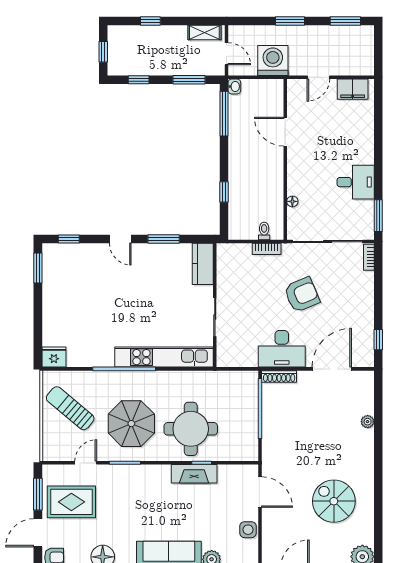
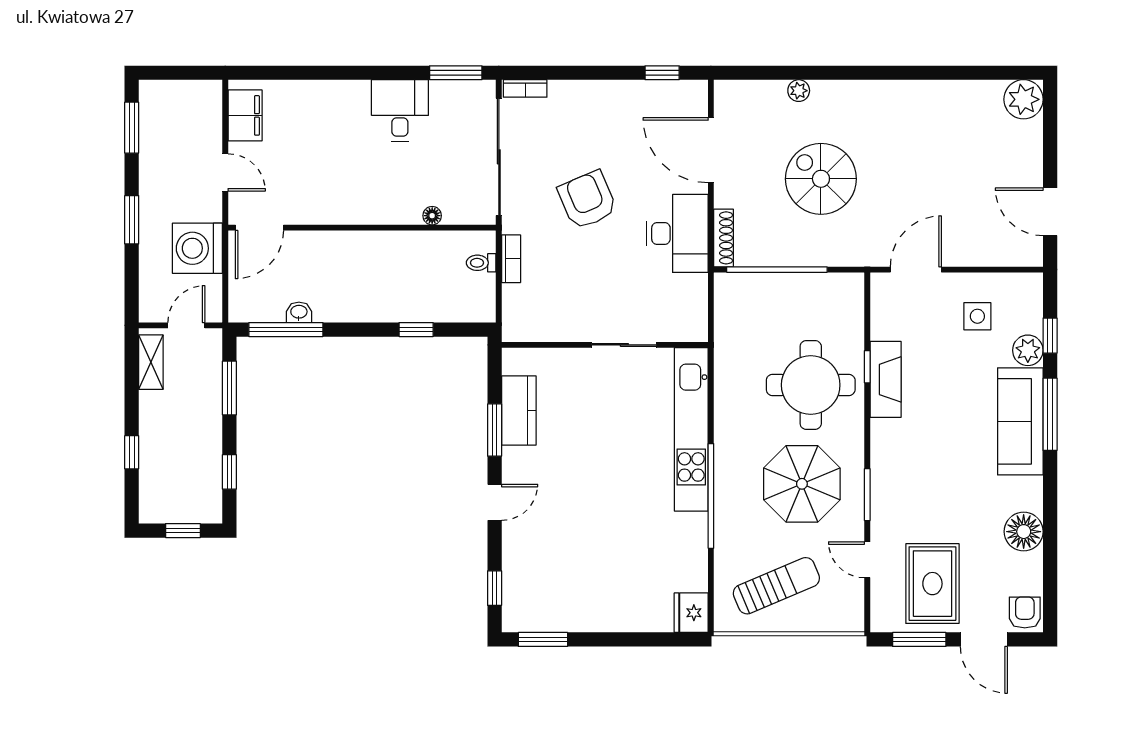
washbasin: (234, 87) -> (299, 312), moved
door: (285, 132) -> (259, 228), moved
kitchen counter: (203, 264) -> (519, 410), moved, turned -90
sun lounger: (70, 408) -> (776, 586), turned -153
spiral stairs: (334, 501) -> (821, 179), moved, turned 90
side table: (248, 530) -> (977, 316), moved

